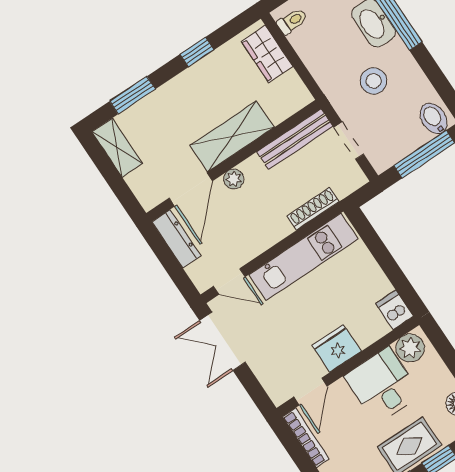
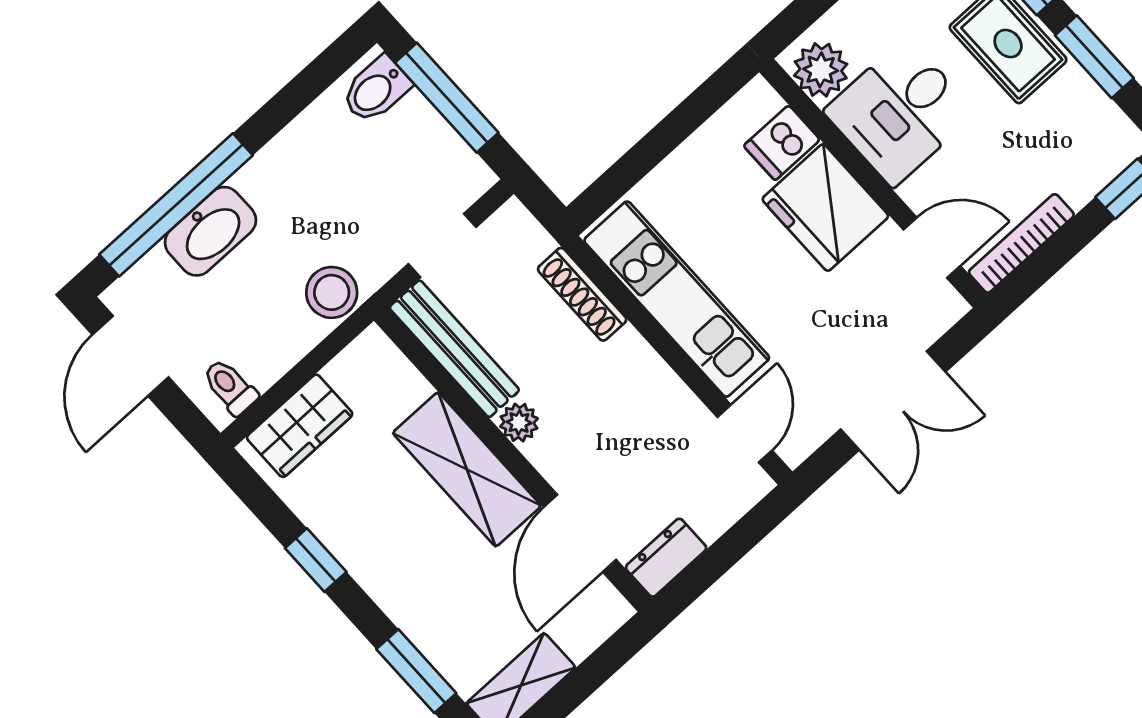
stool: (374, 81) -> (332, 292), moved
plant: (234, 179) -> (519, 422), moved
door: (191, 190) -> (580, 533), swing flipped
dresser: (176, 239) -> (666, 558), width x0.70
dishwasher: (395, 310) -> (782, 143), moved
double door: (223, 341) -> (893, 400), moved
fridge: (337, 348) -> (825, 208), width x1.36, depth x1.34

